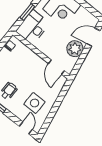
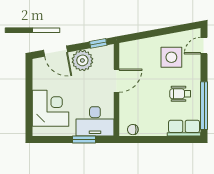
window: (78, 66) -> (98, 43), added
door: (56, 67) -> (116, 81), moved

